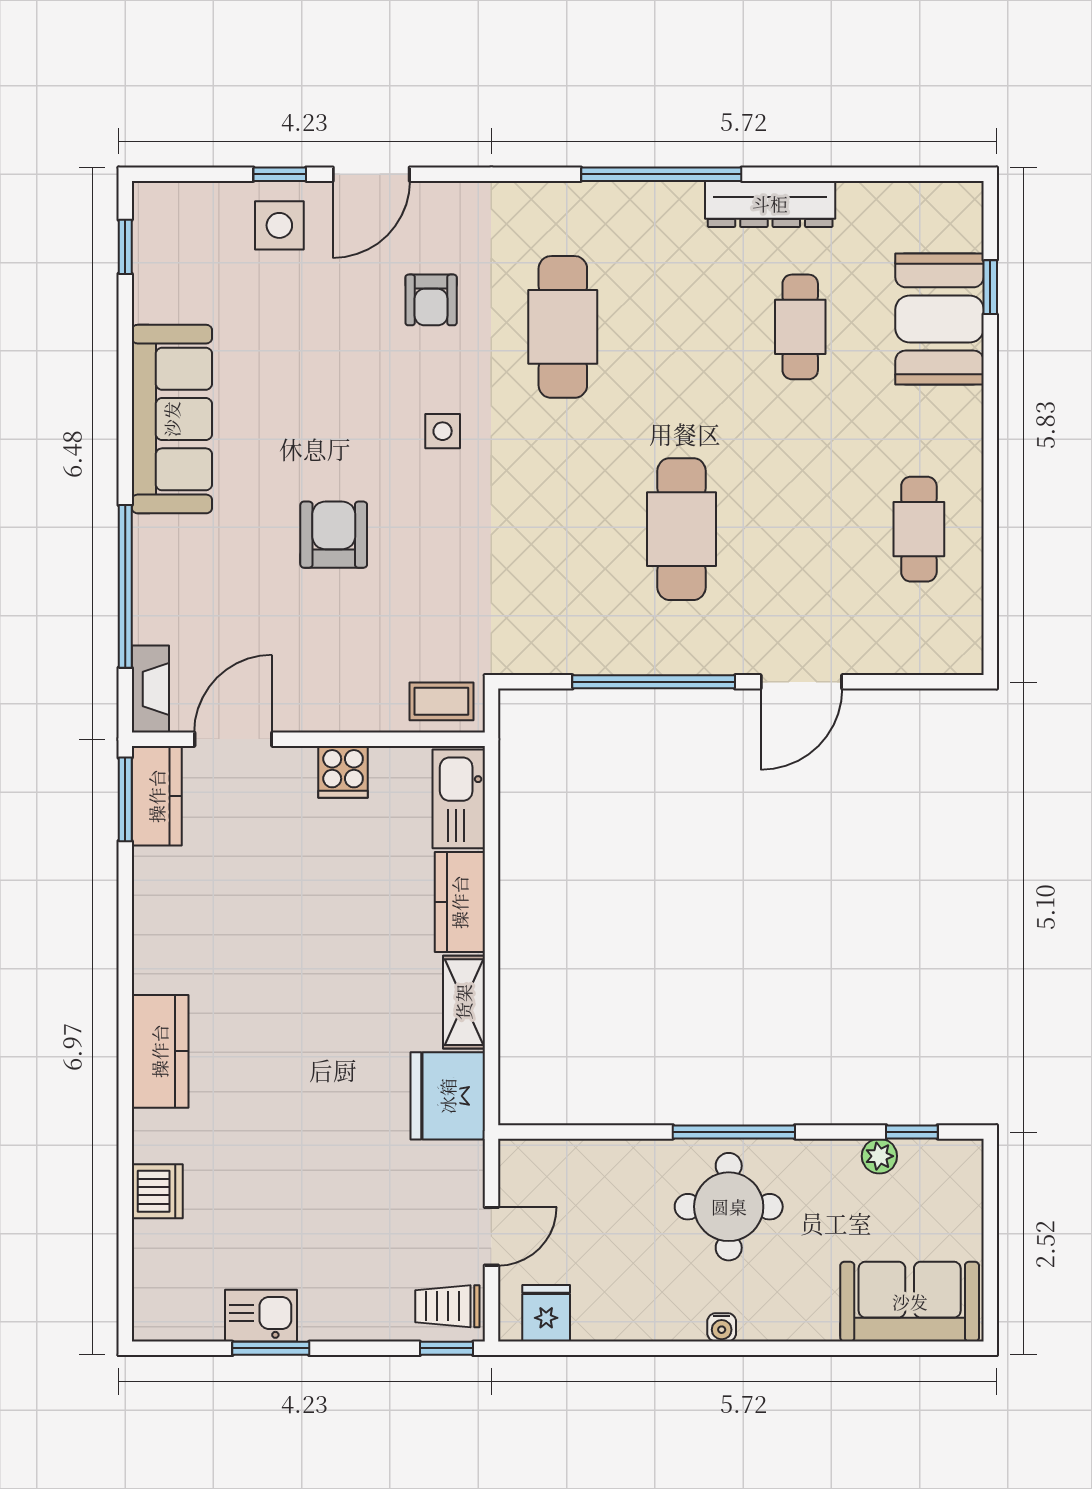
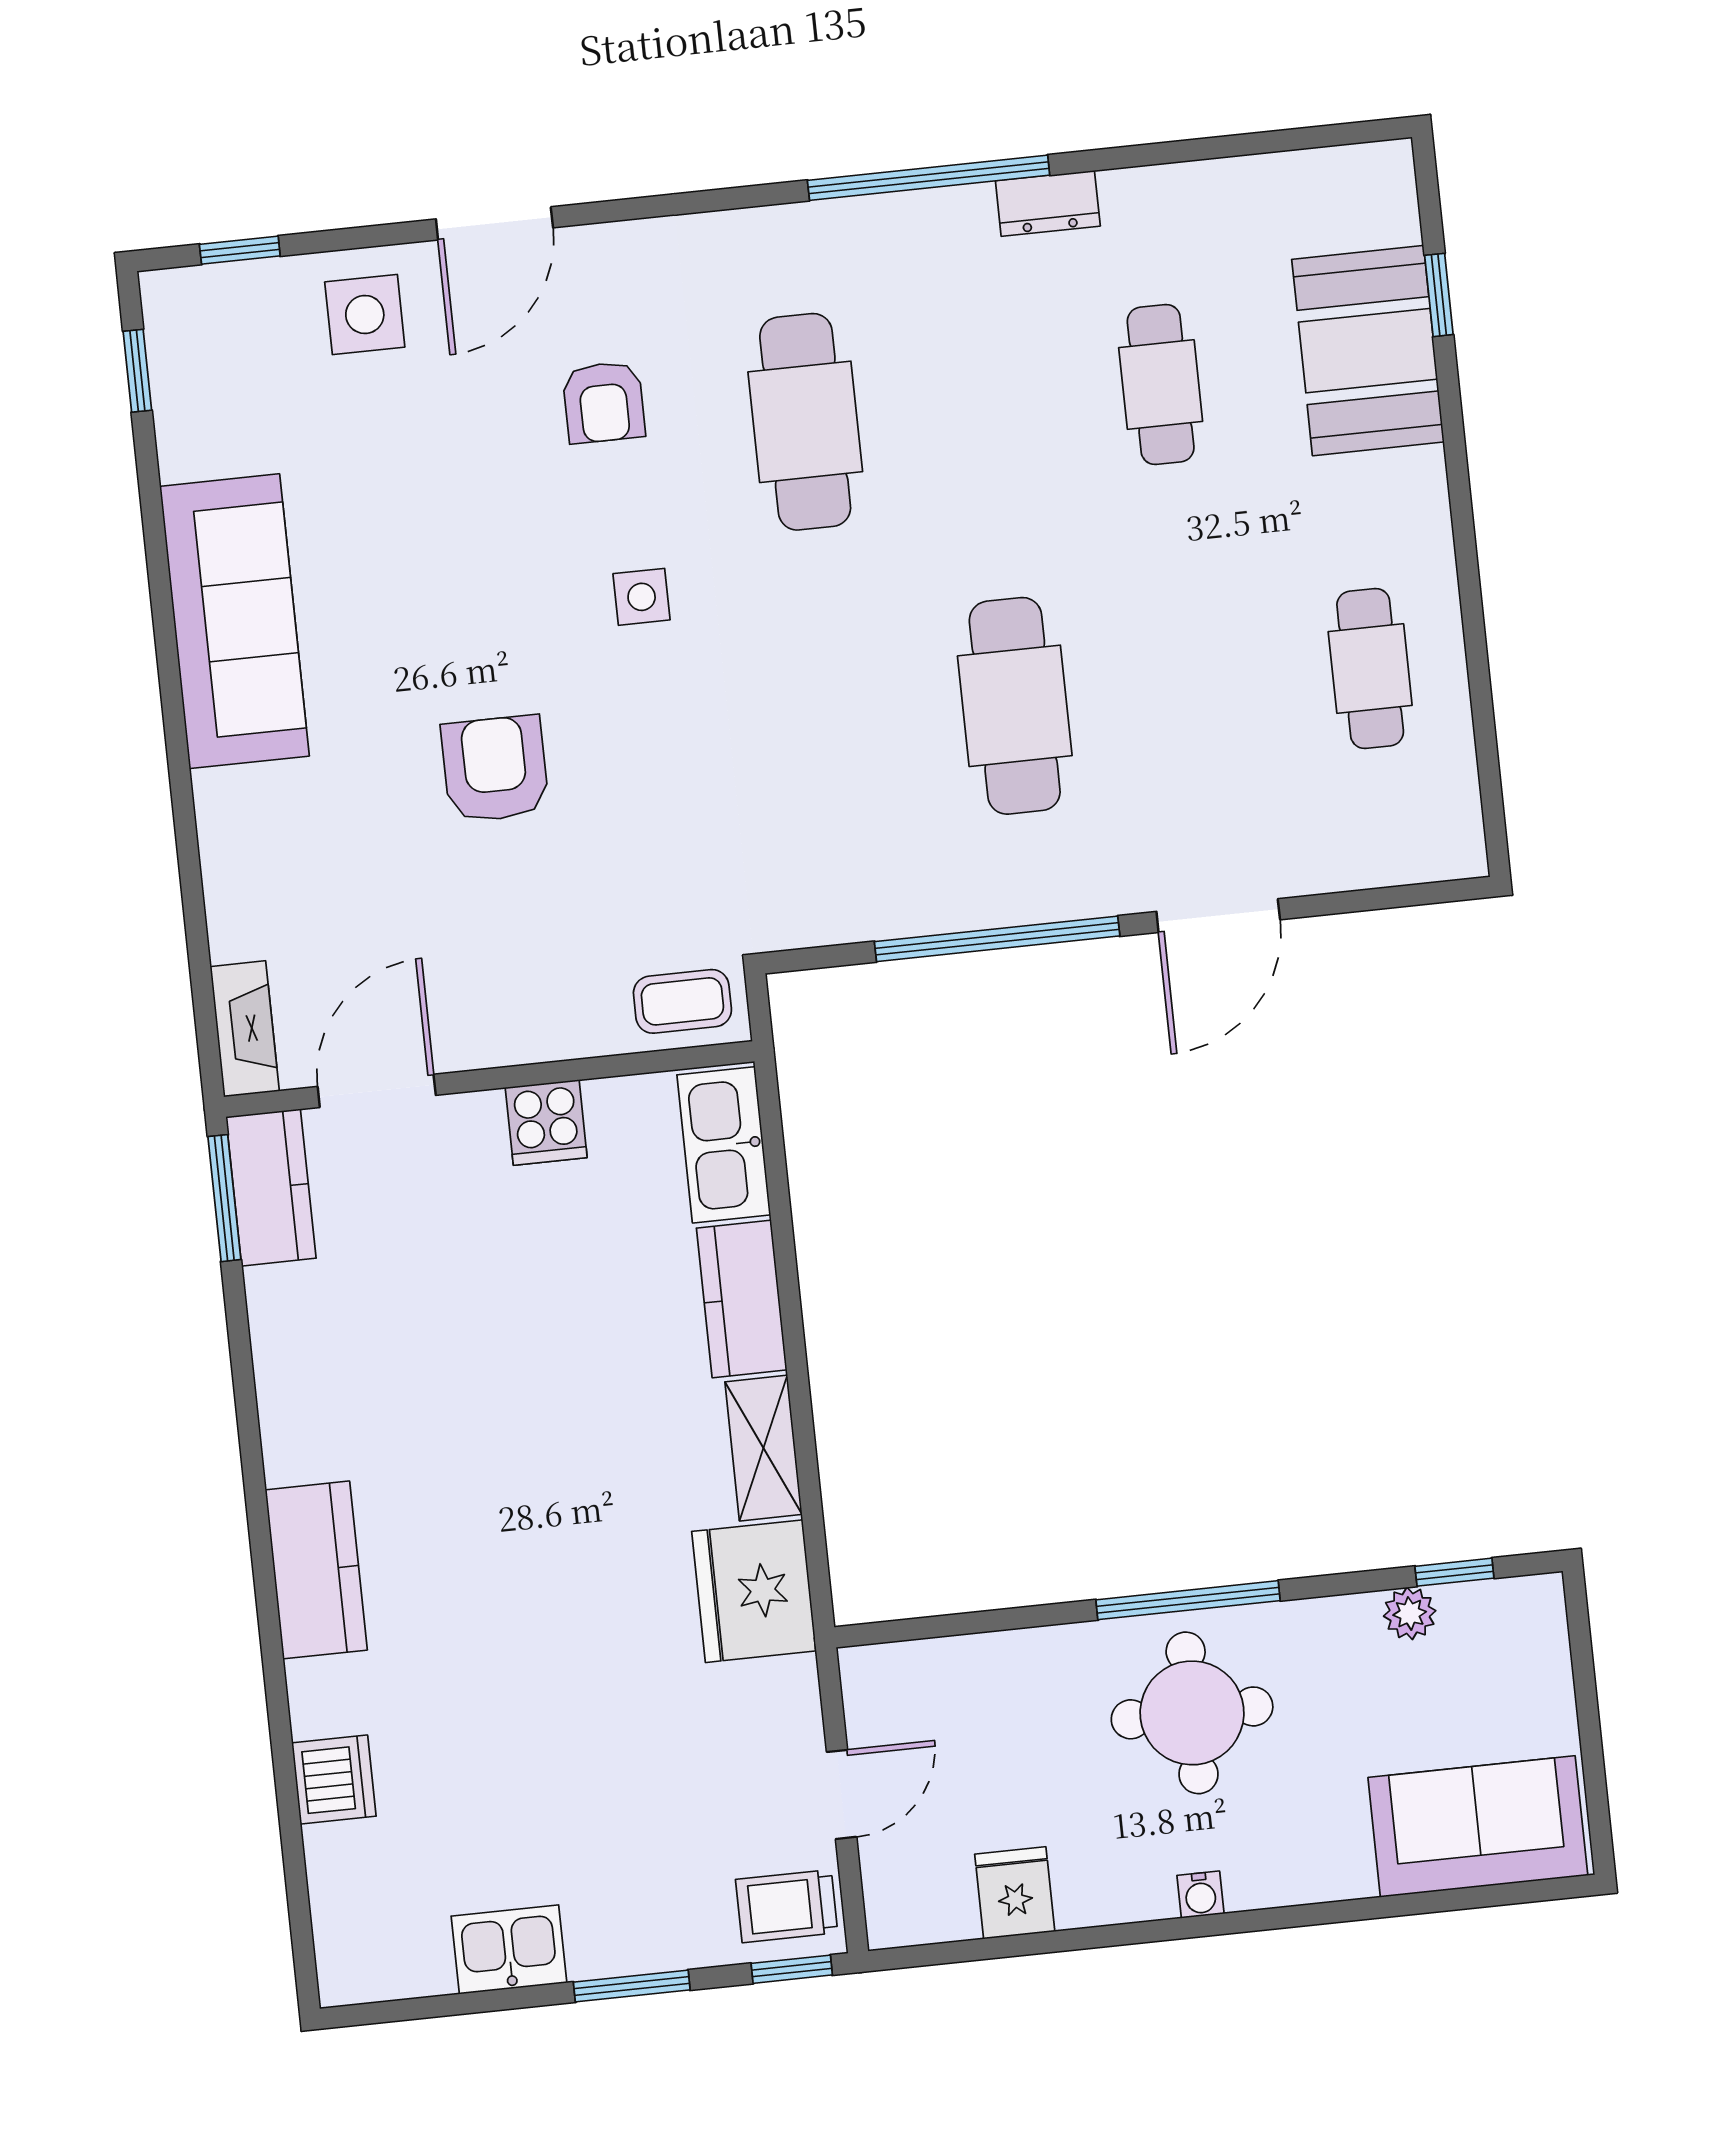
window: (280, 174) -> (240, 250), moved
dresser: (770, 204) -> (1048, 203), width x0.51, depth x0.80
window: (125, 586) -> (191, 879), removed
fridge: (546, 1313) -> (1015, 1893), moved
window: (271, 1348) -> (632, 1986), moved

